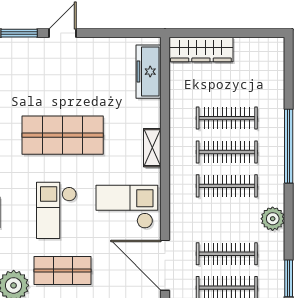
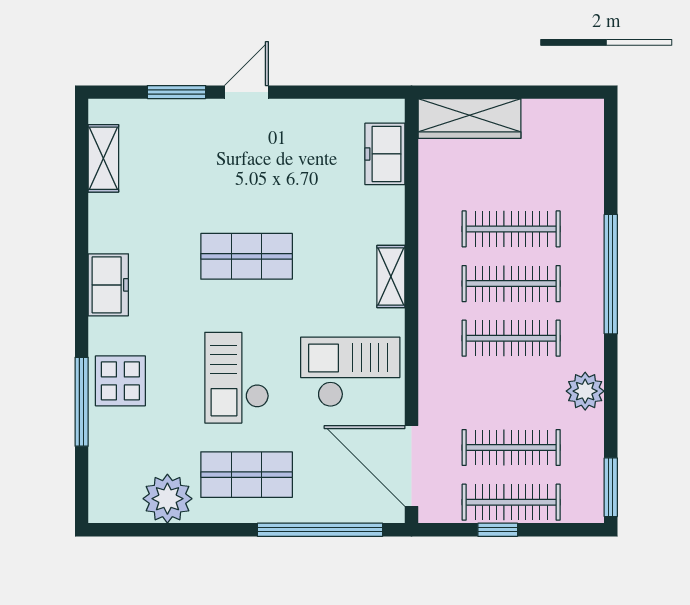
freezer: (149, 72) -> (385, 154), width x0.71
shop shelf: (63, 135) -> (247, 256), width x0.70, depth x0.74

